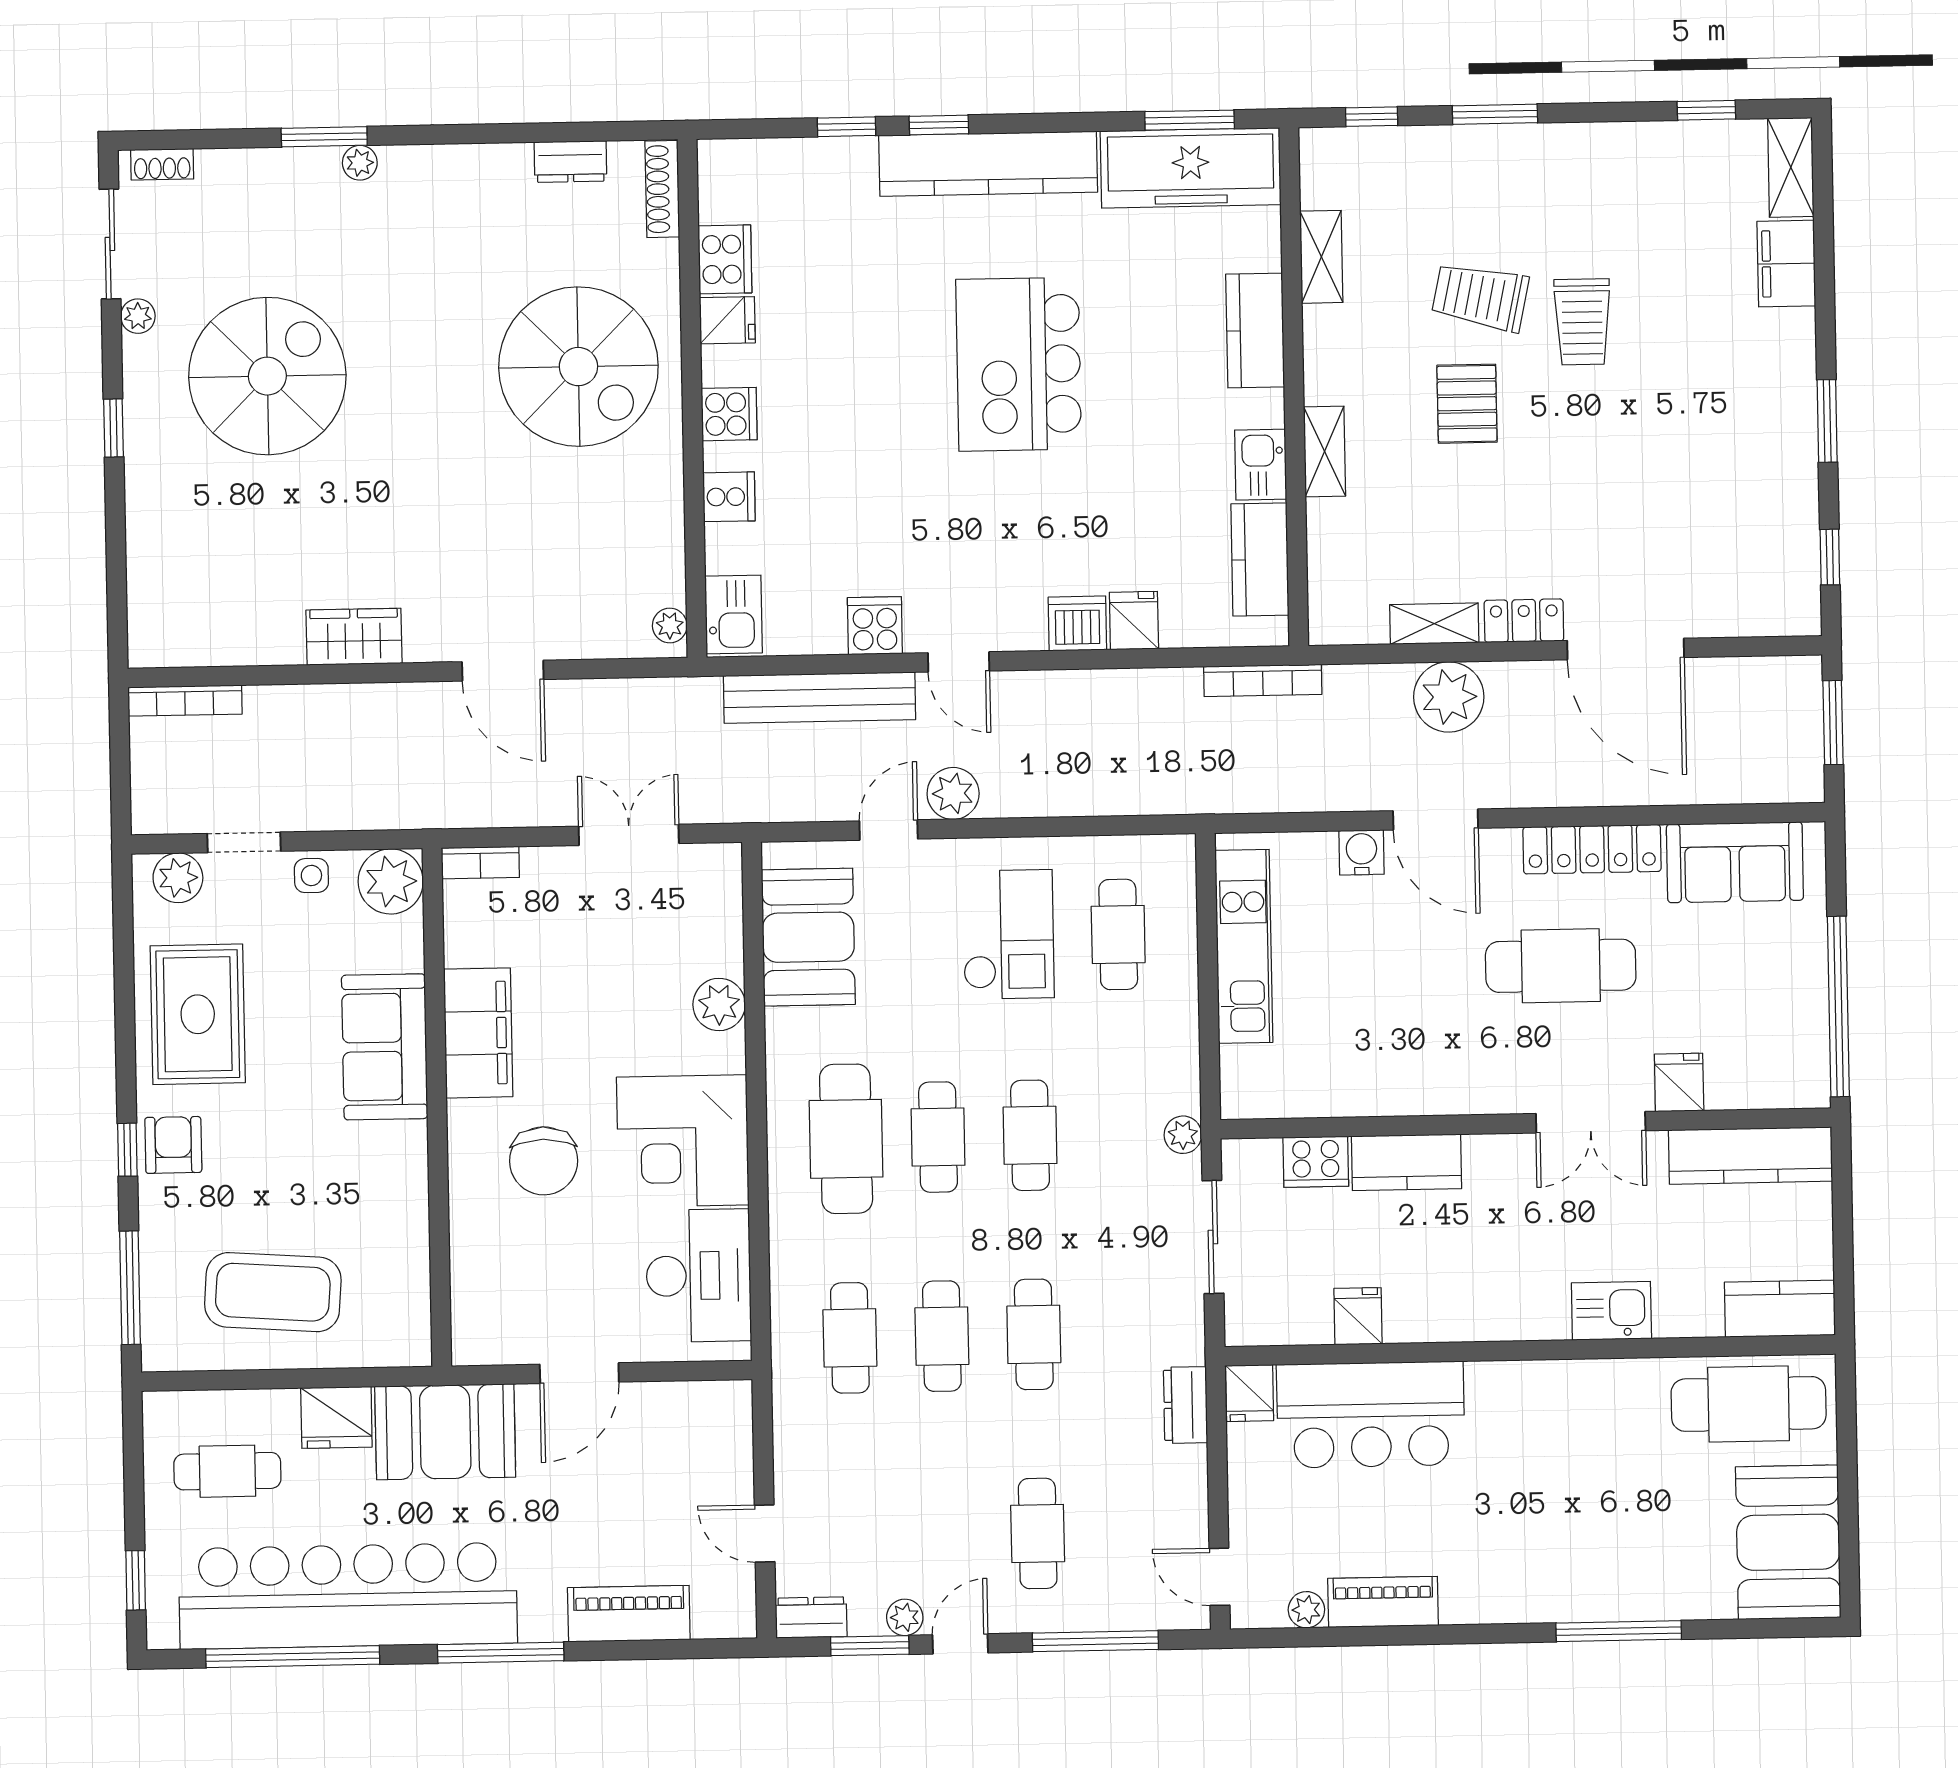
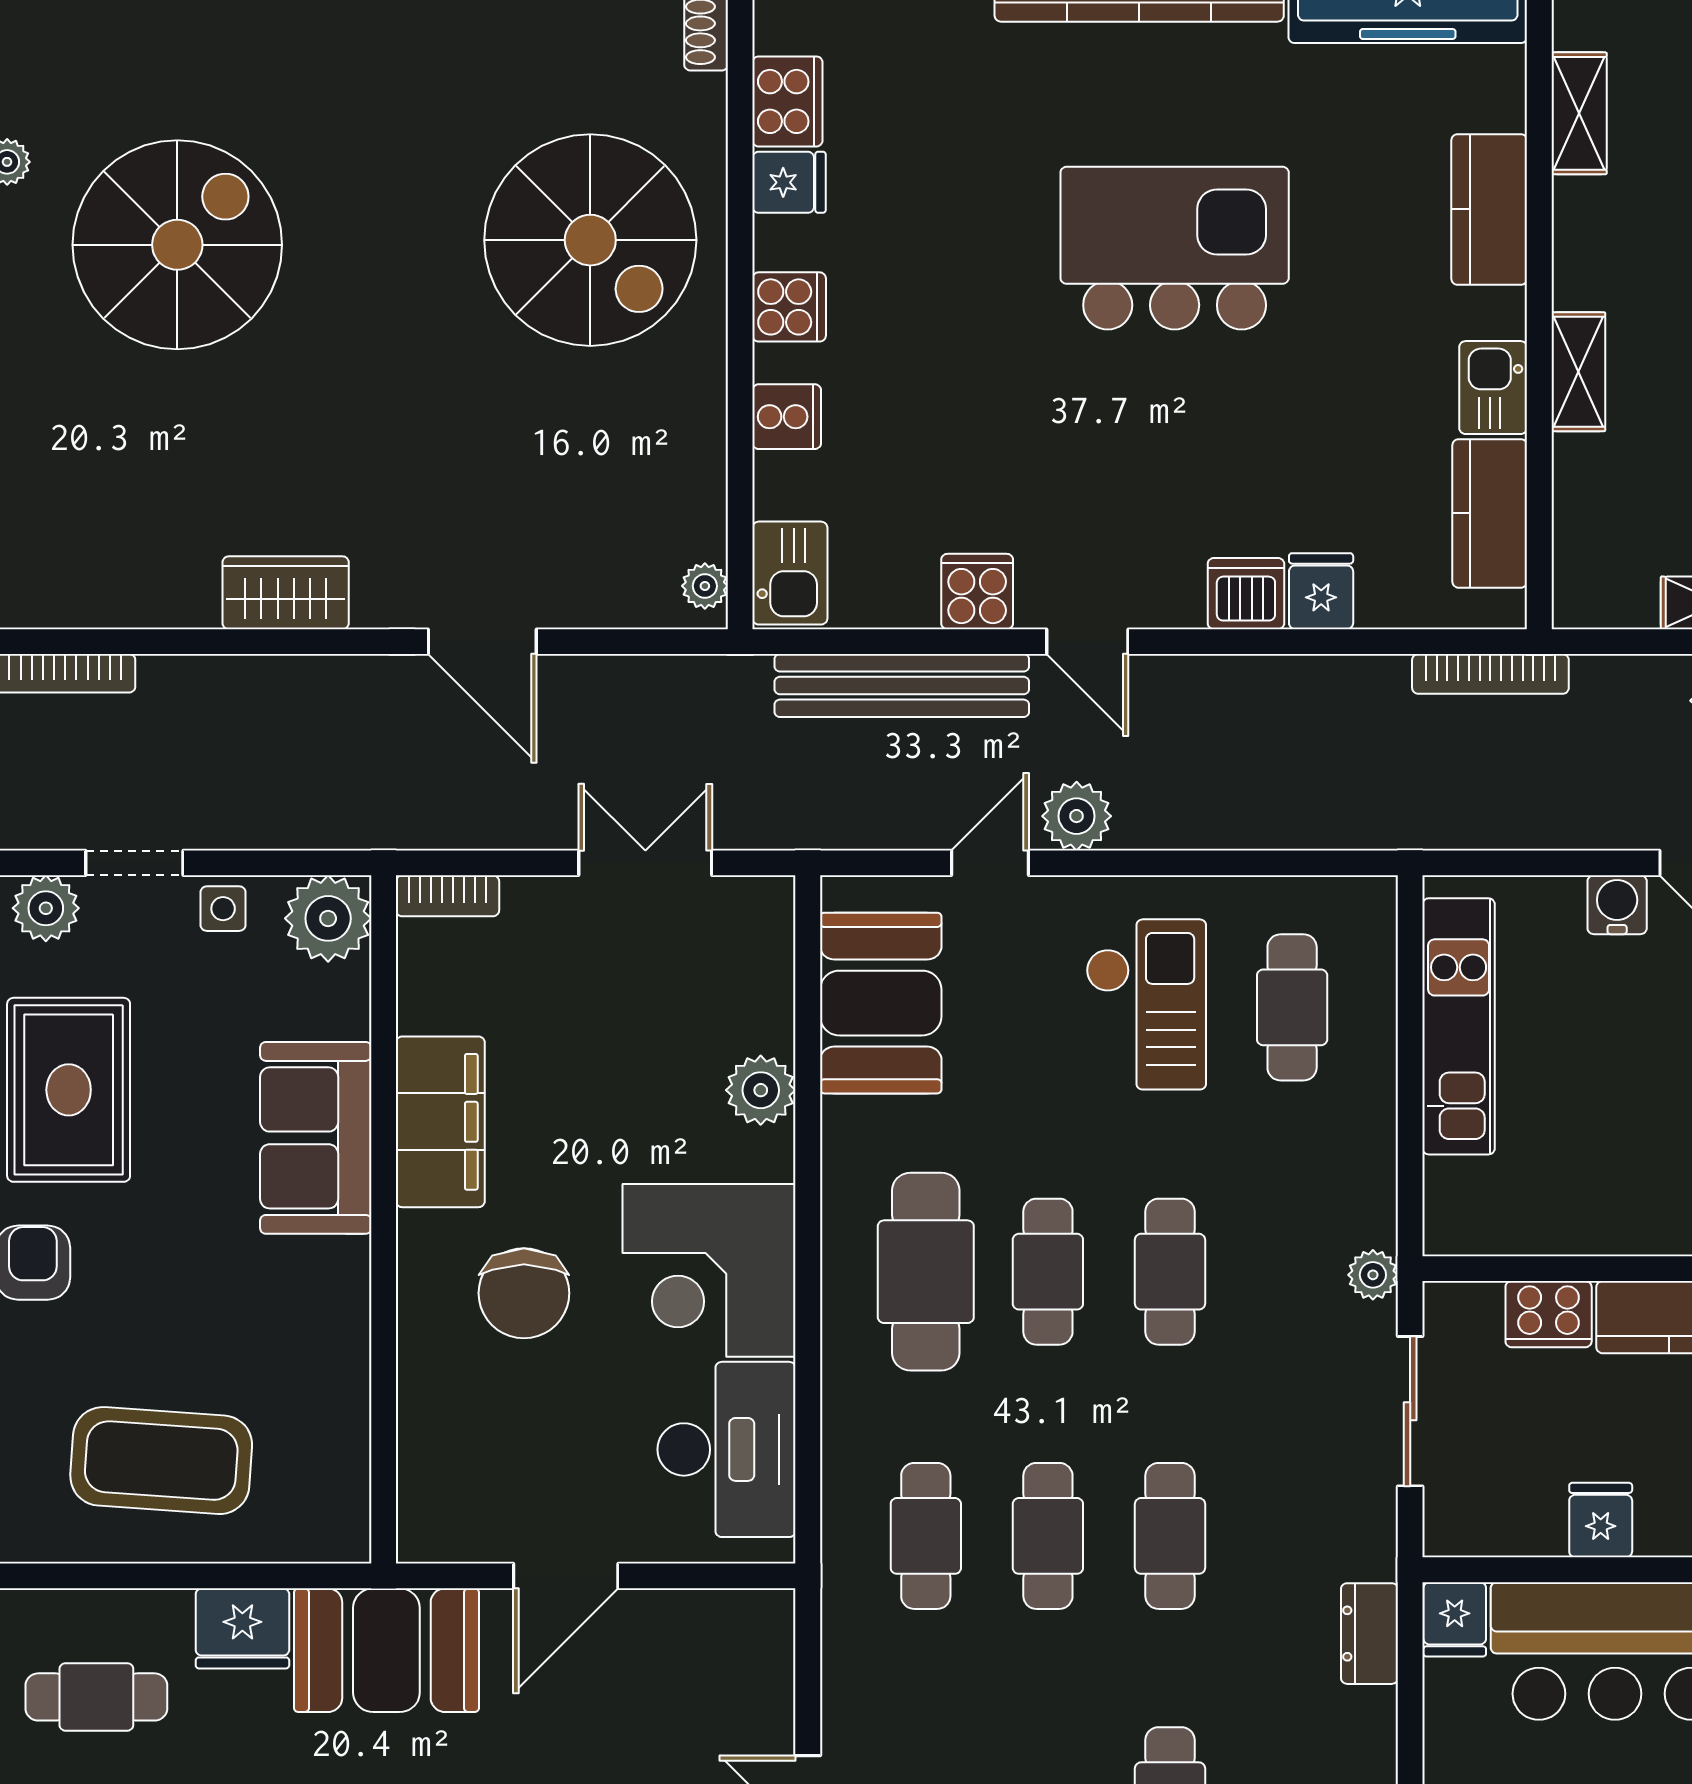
kitchen island: (1019, 364) -> (1175, 248), turned 90

